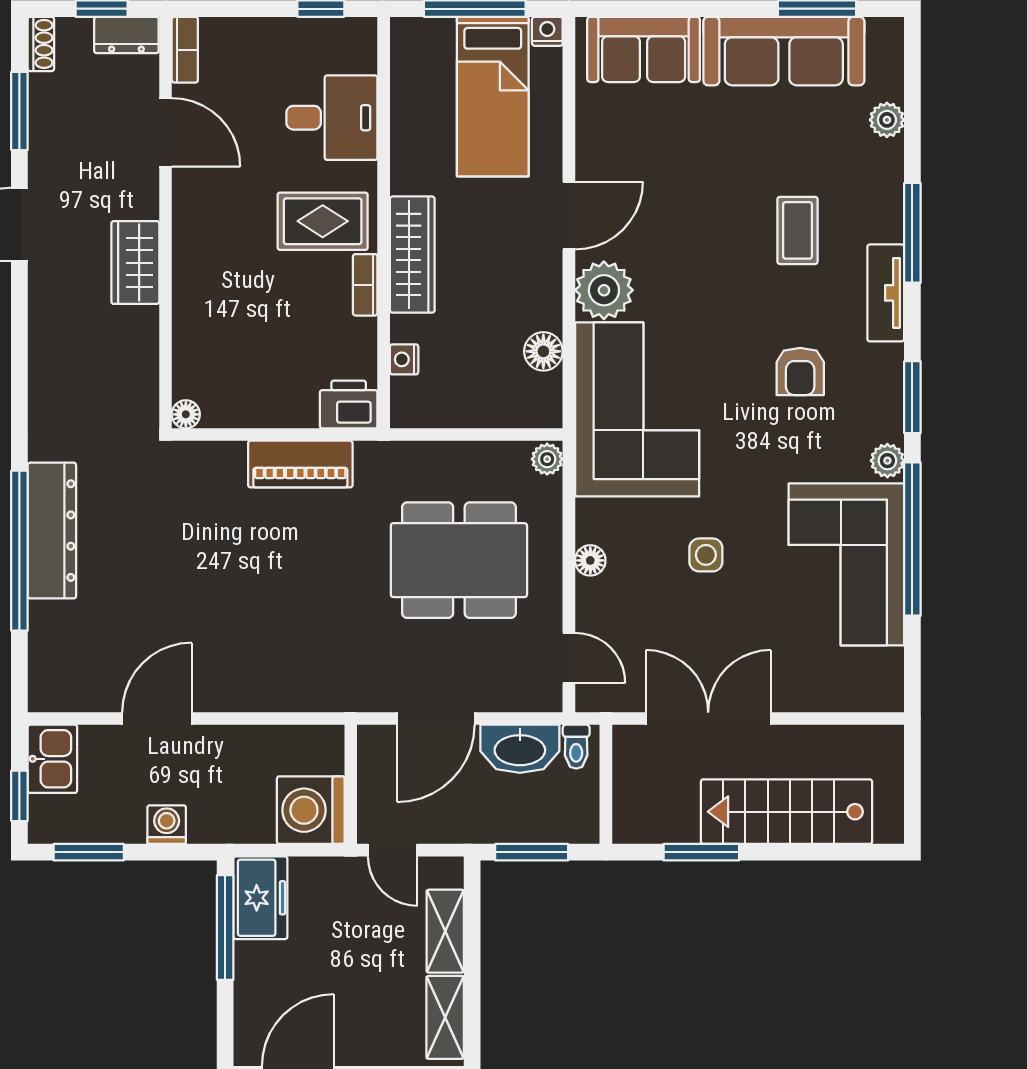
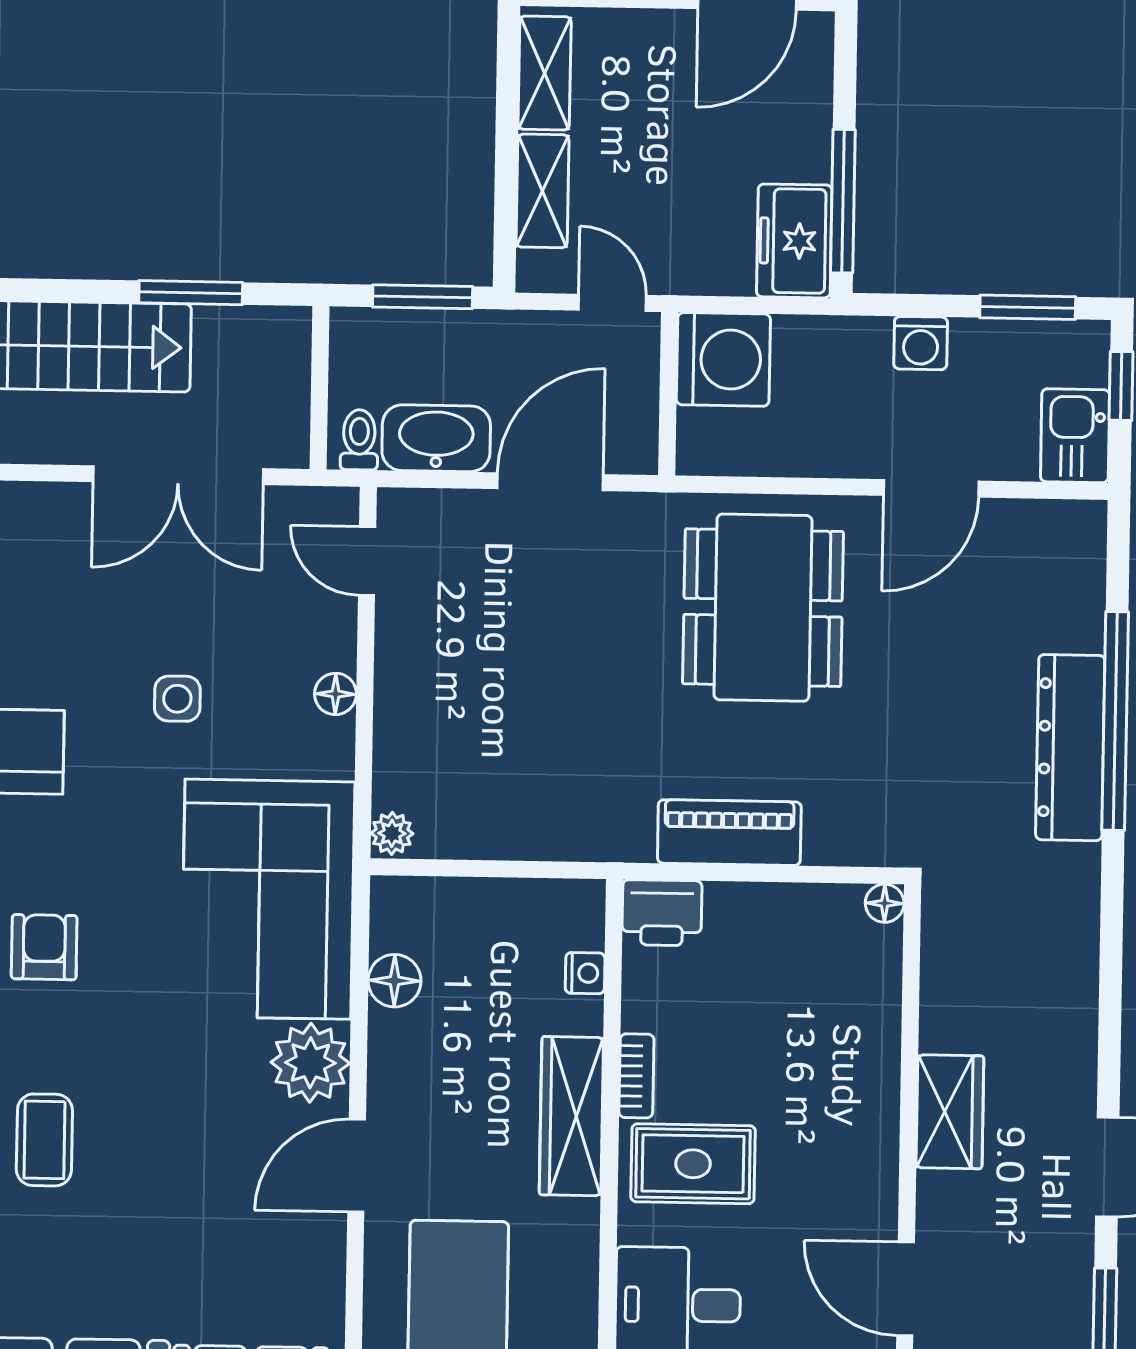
dining table: (459, 560) -> (763, 608), moved, turned 90

